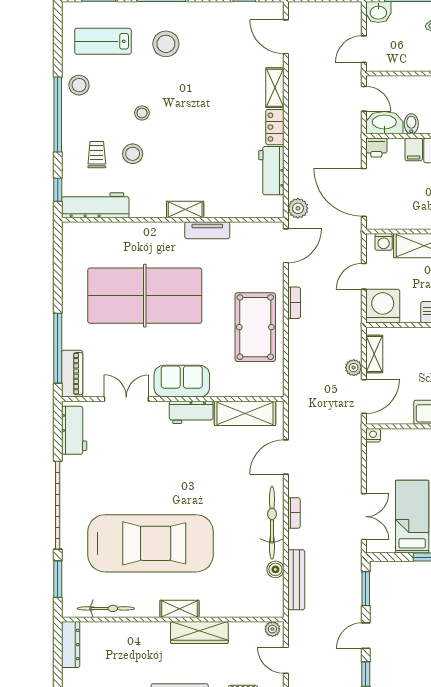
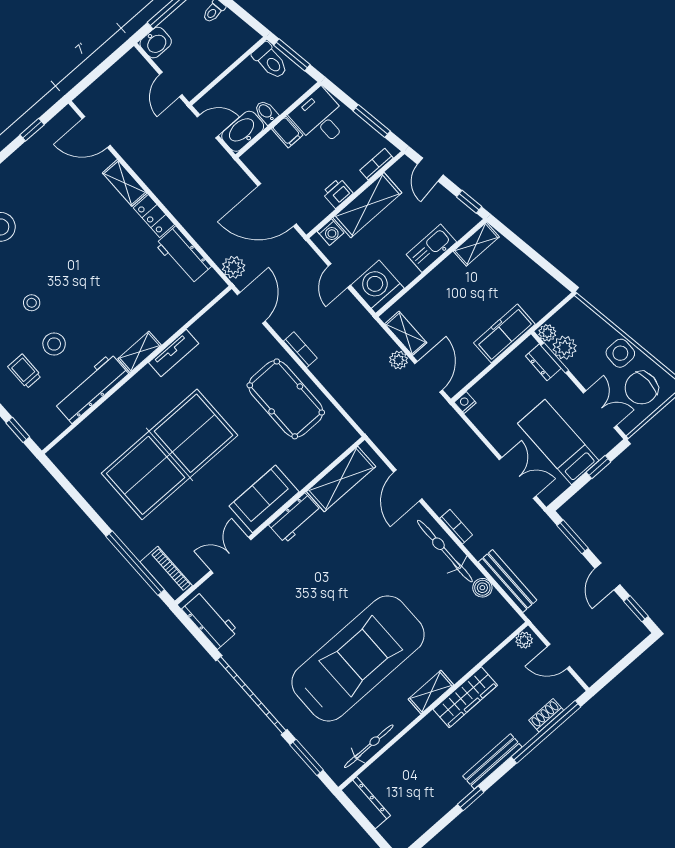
printer: (376, 147) -> (337, 193), moved, turned 180
workbench: (95, 205) -> (91, 388), moved

